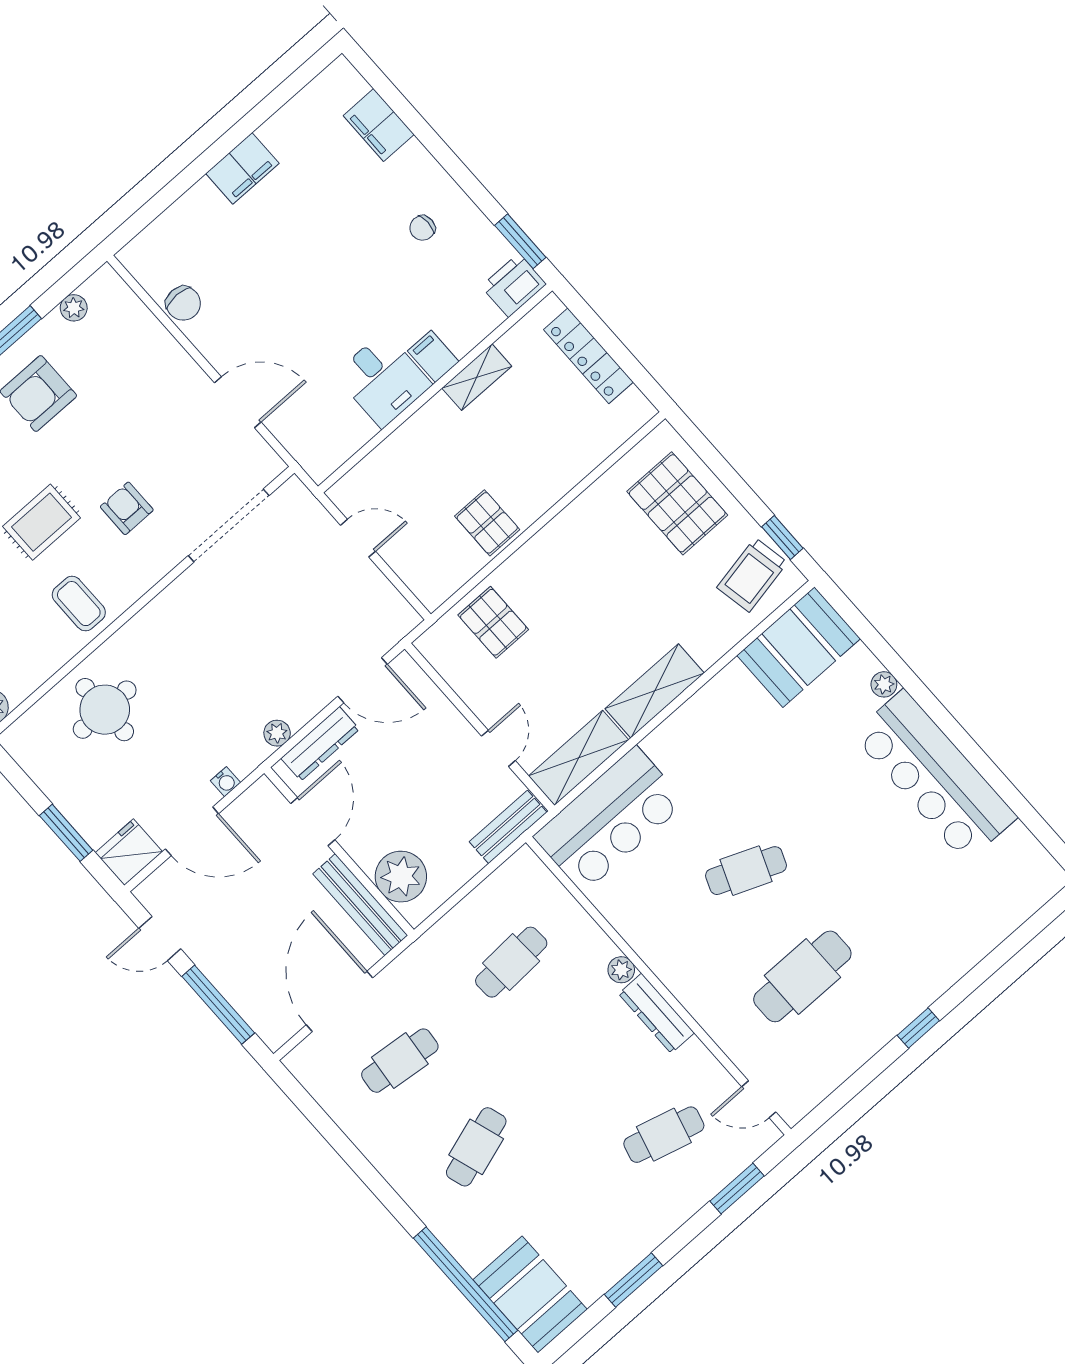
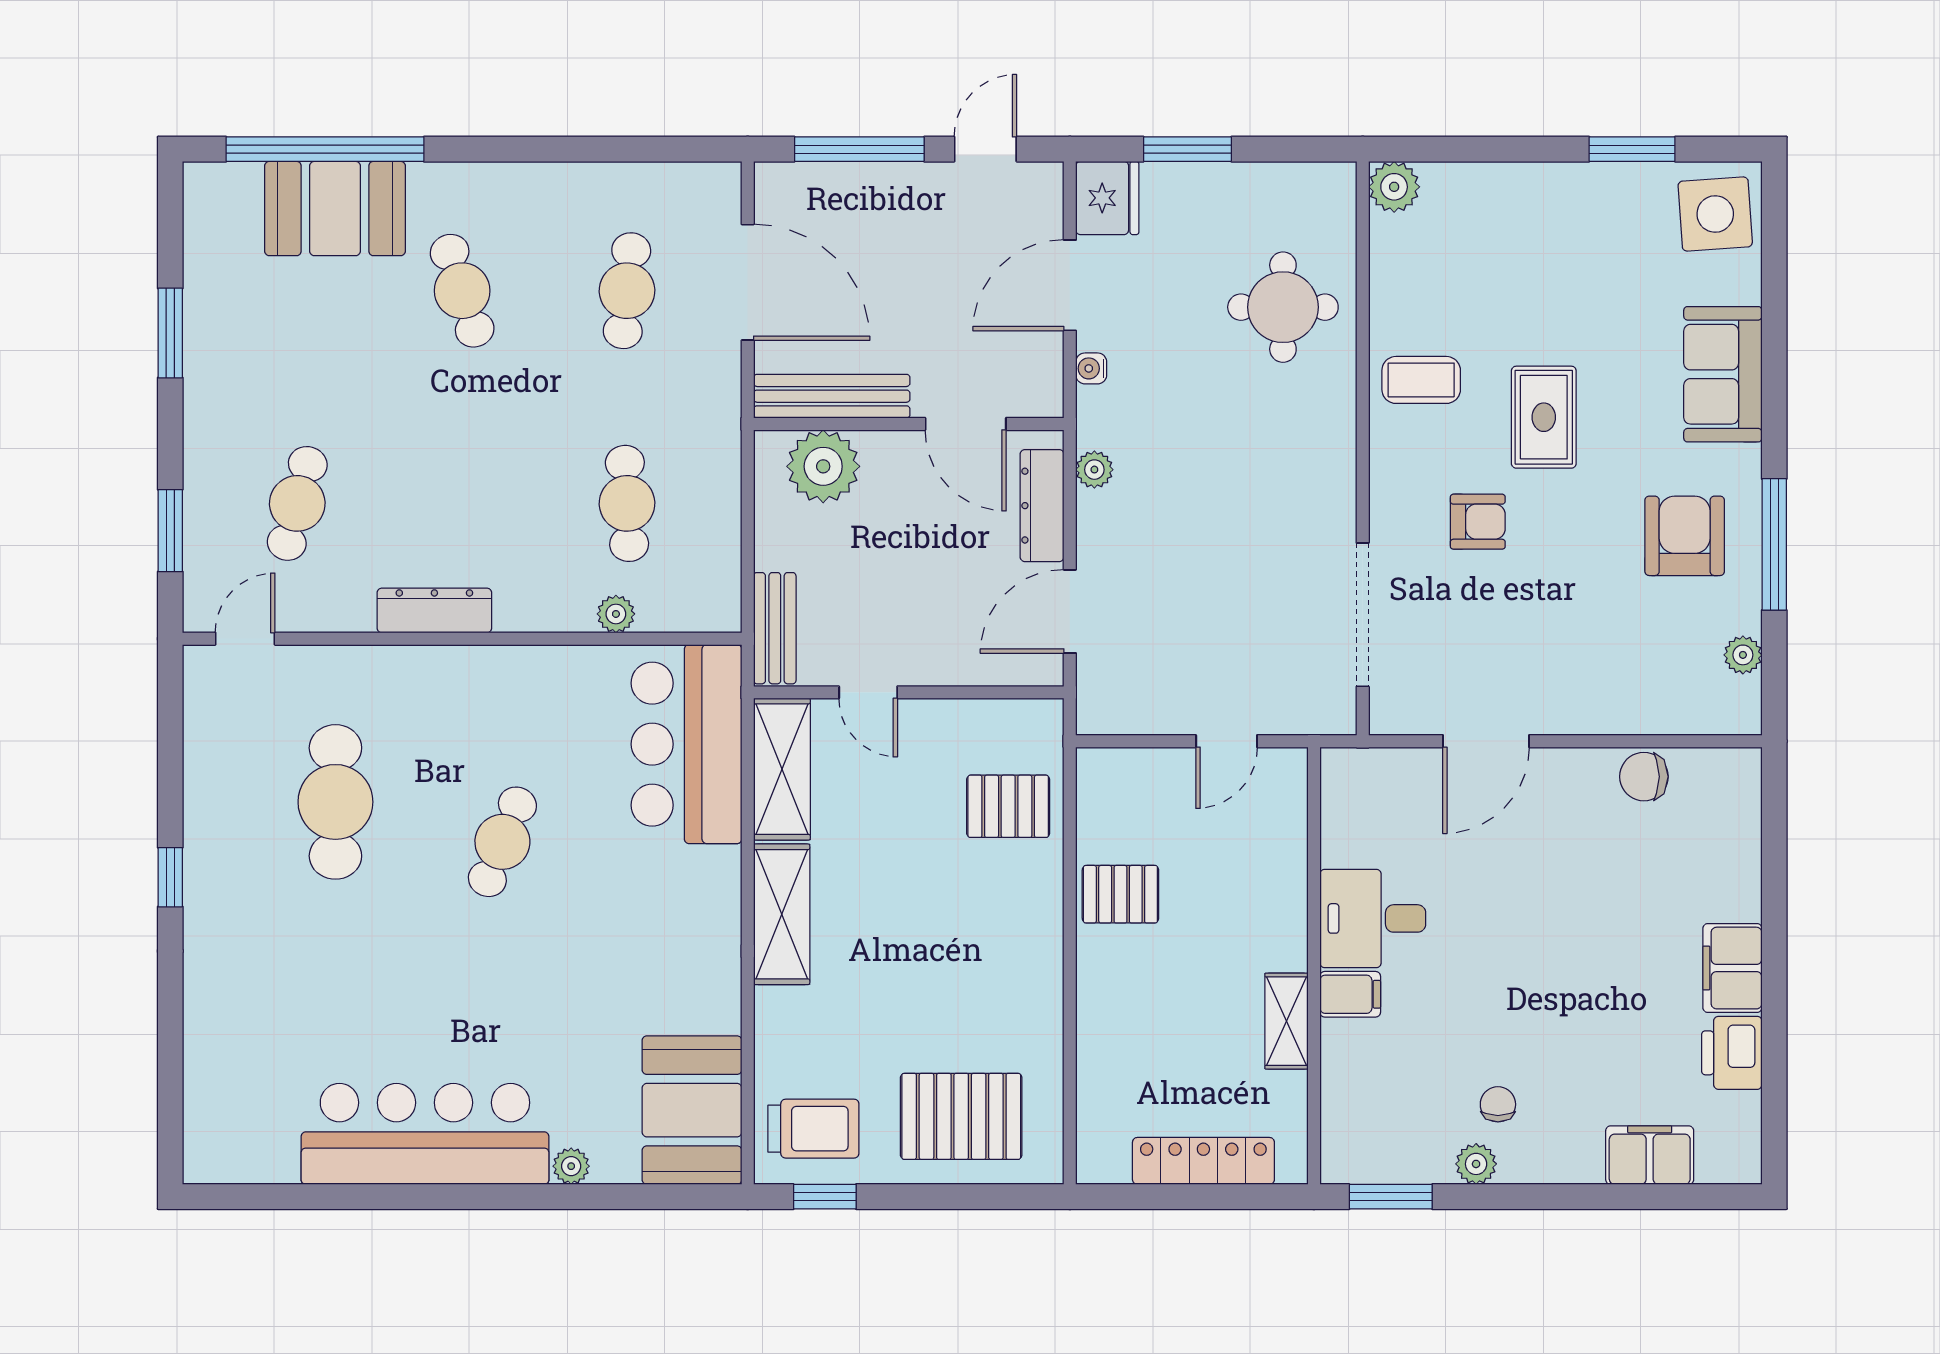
plant: (464, 212) -> (1476, 1164), added
printer: (514, 285) -> (1732, 1053), moved, turned 180
trolley: (752, 575) -> (813, 1129), turned 101
plant: (621, 970) -> (616, 614), moved
booth: (530, 1294) -> (335, 209), moved

